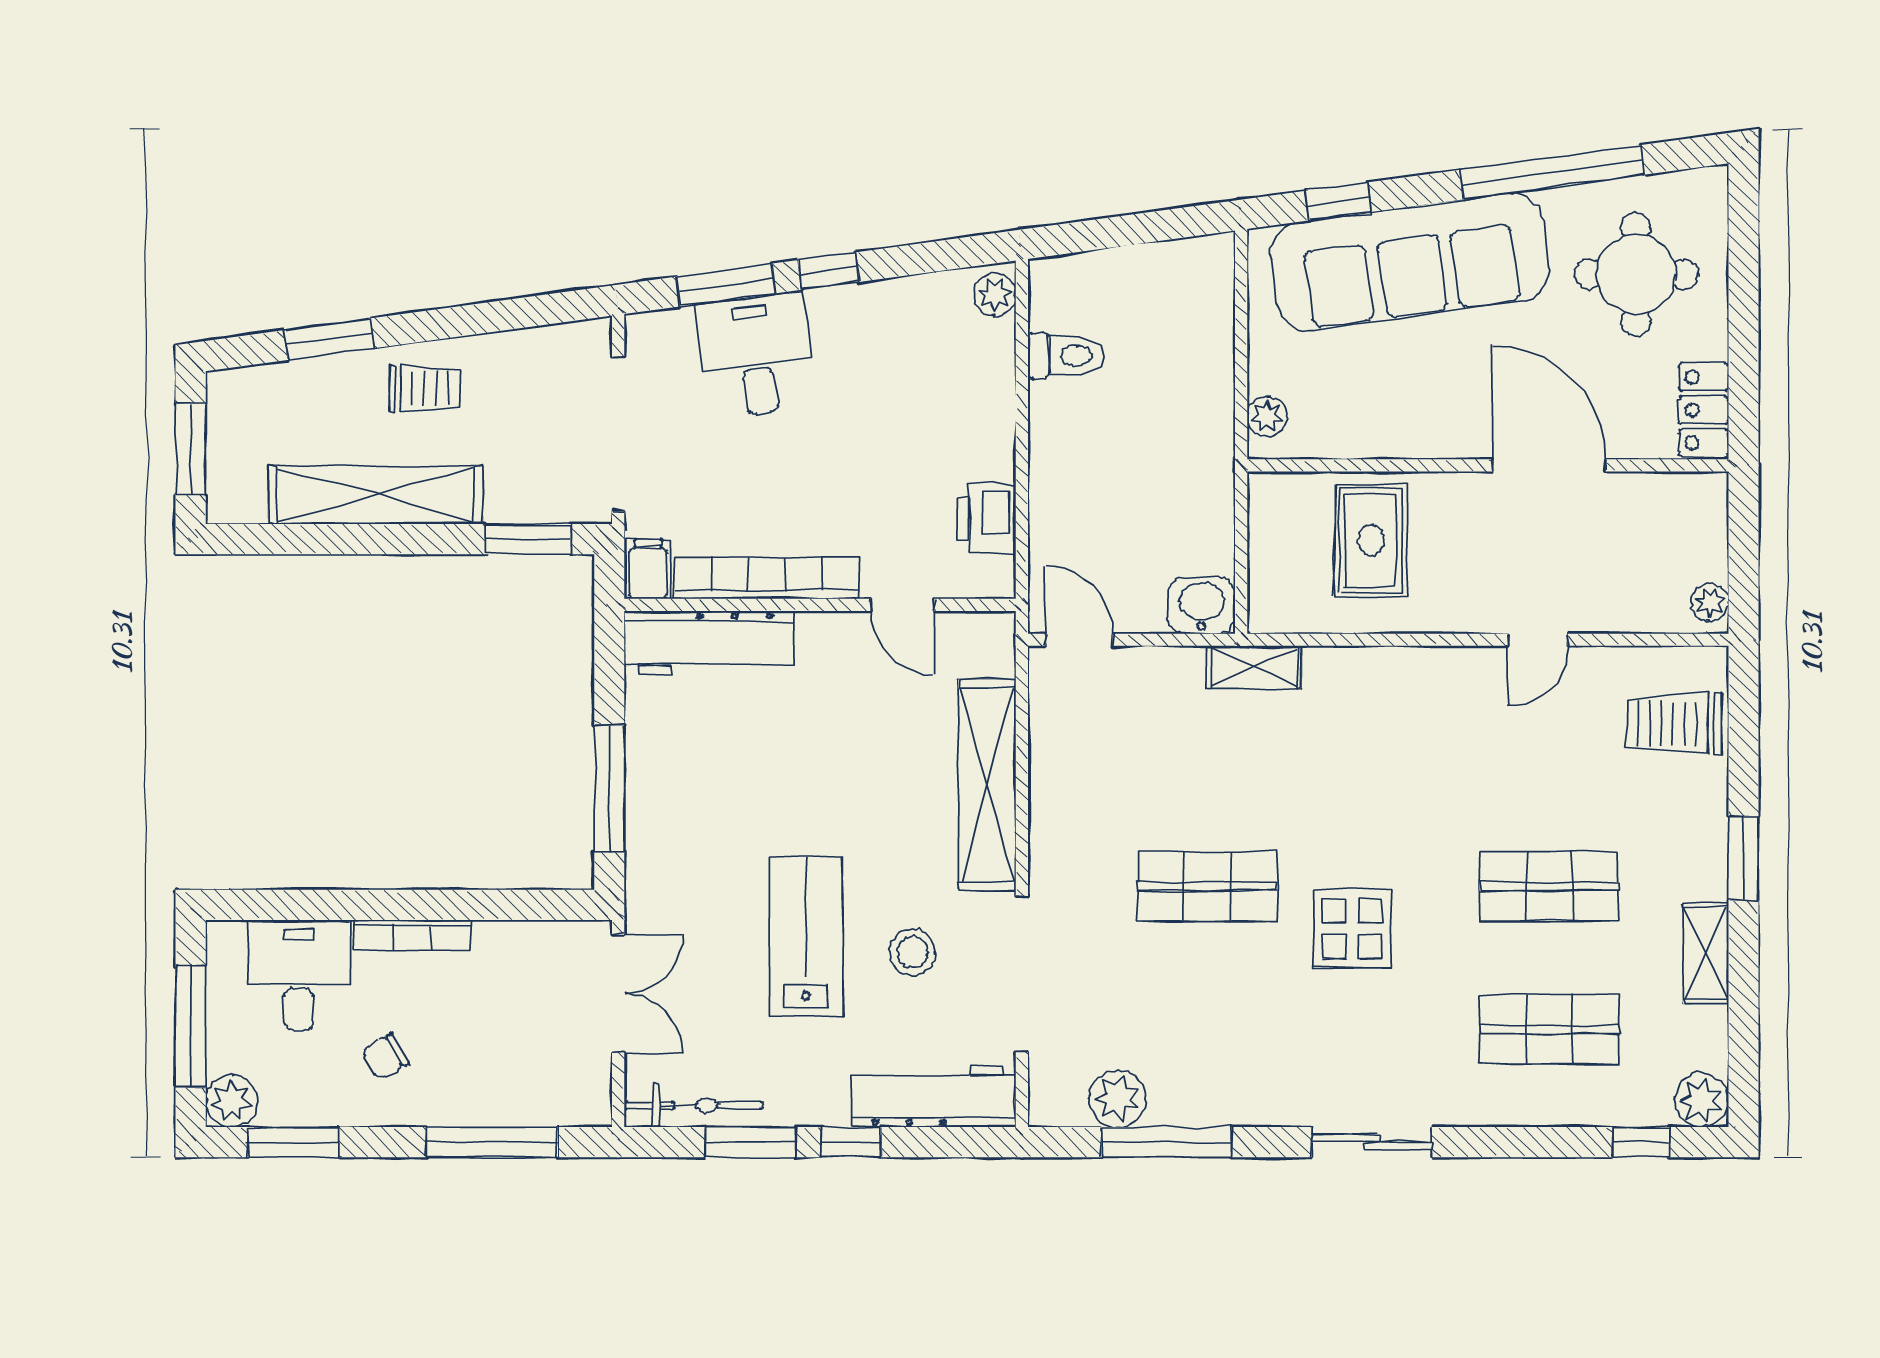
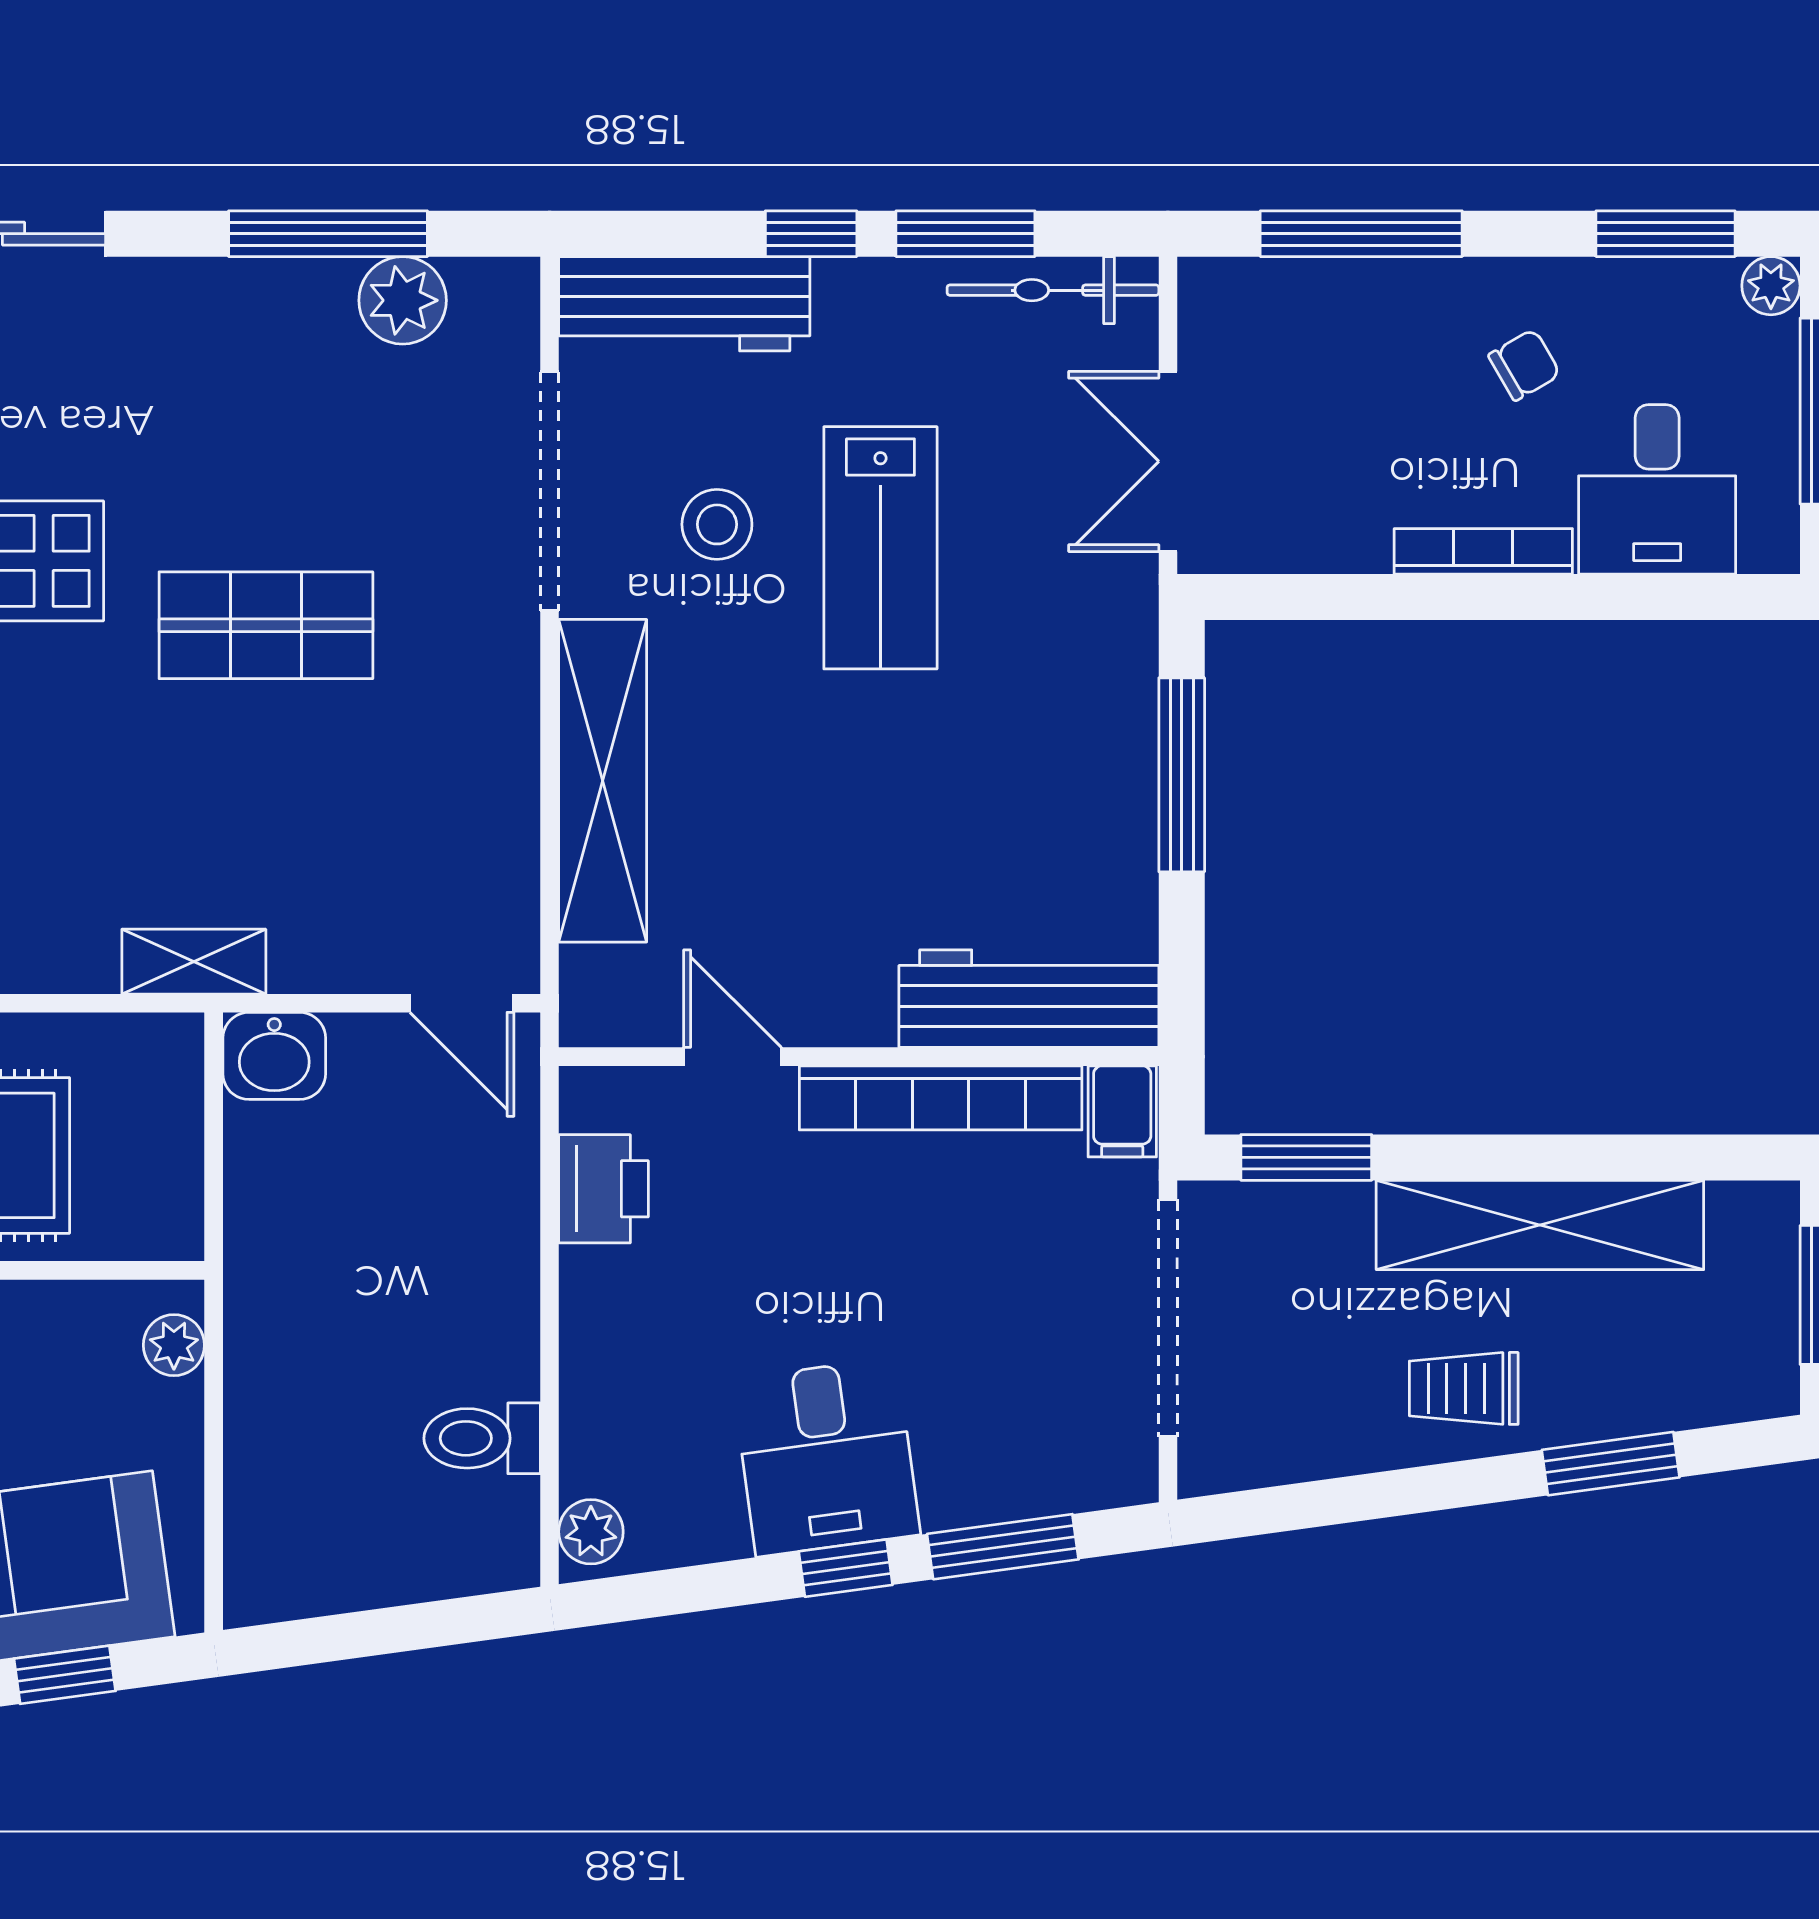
desk: (756, 355) -> (826, 1457), moved
plant: (232, 1101) -> (1771, 286), width x0.73, depth x0.73

